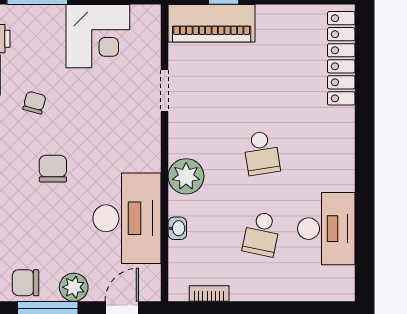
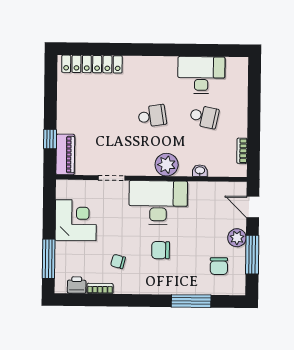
piano: (212, 23) -> (65, 154), width x0.73, depth x0.75
desk: (127, 218) -> (158, 203), moved
chair: (26, 283) -> (219, 266), moved

